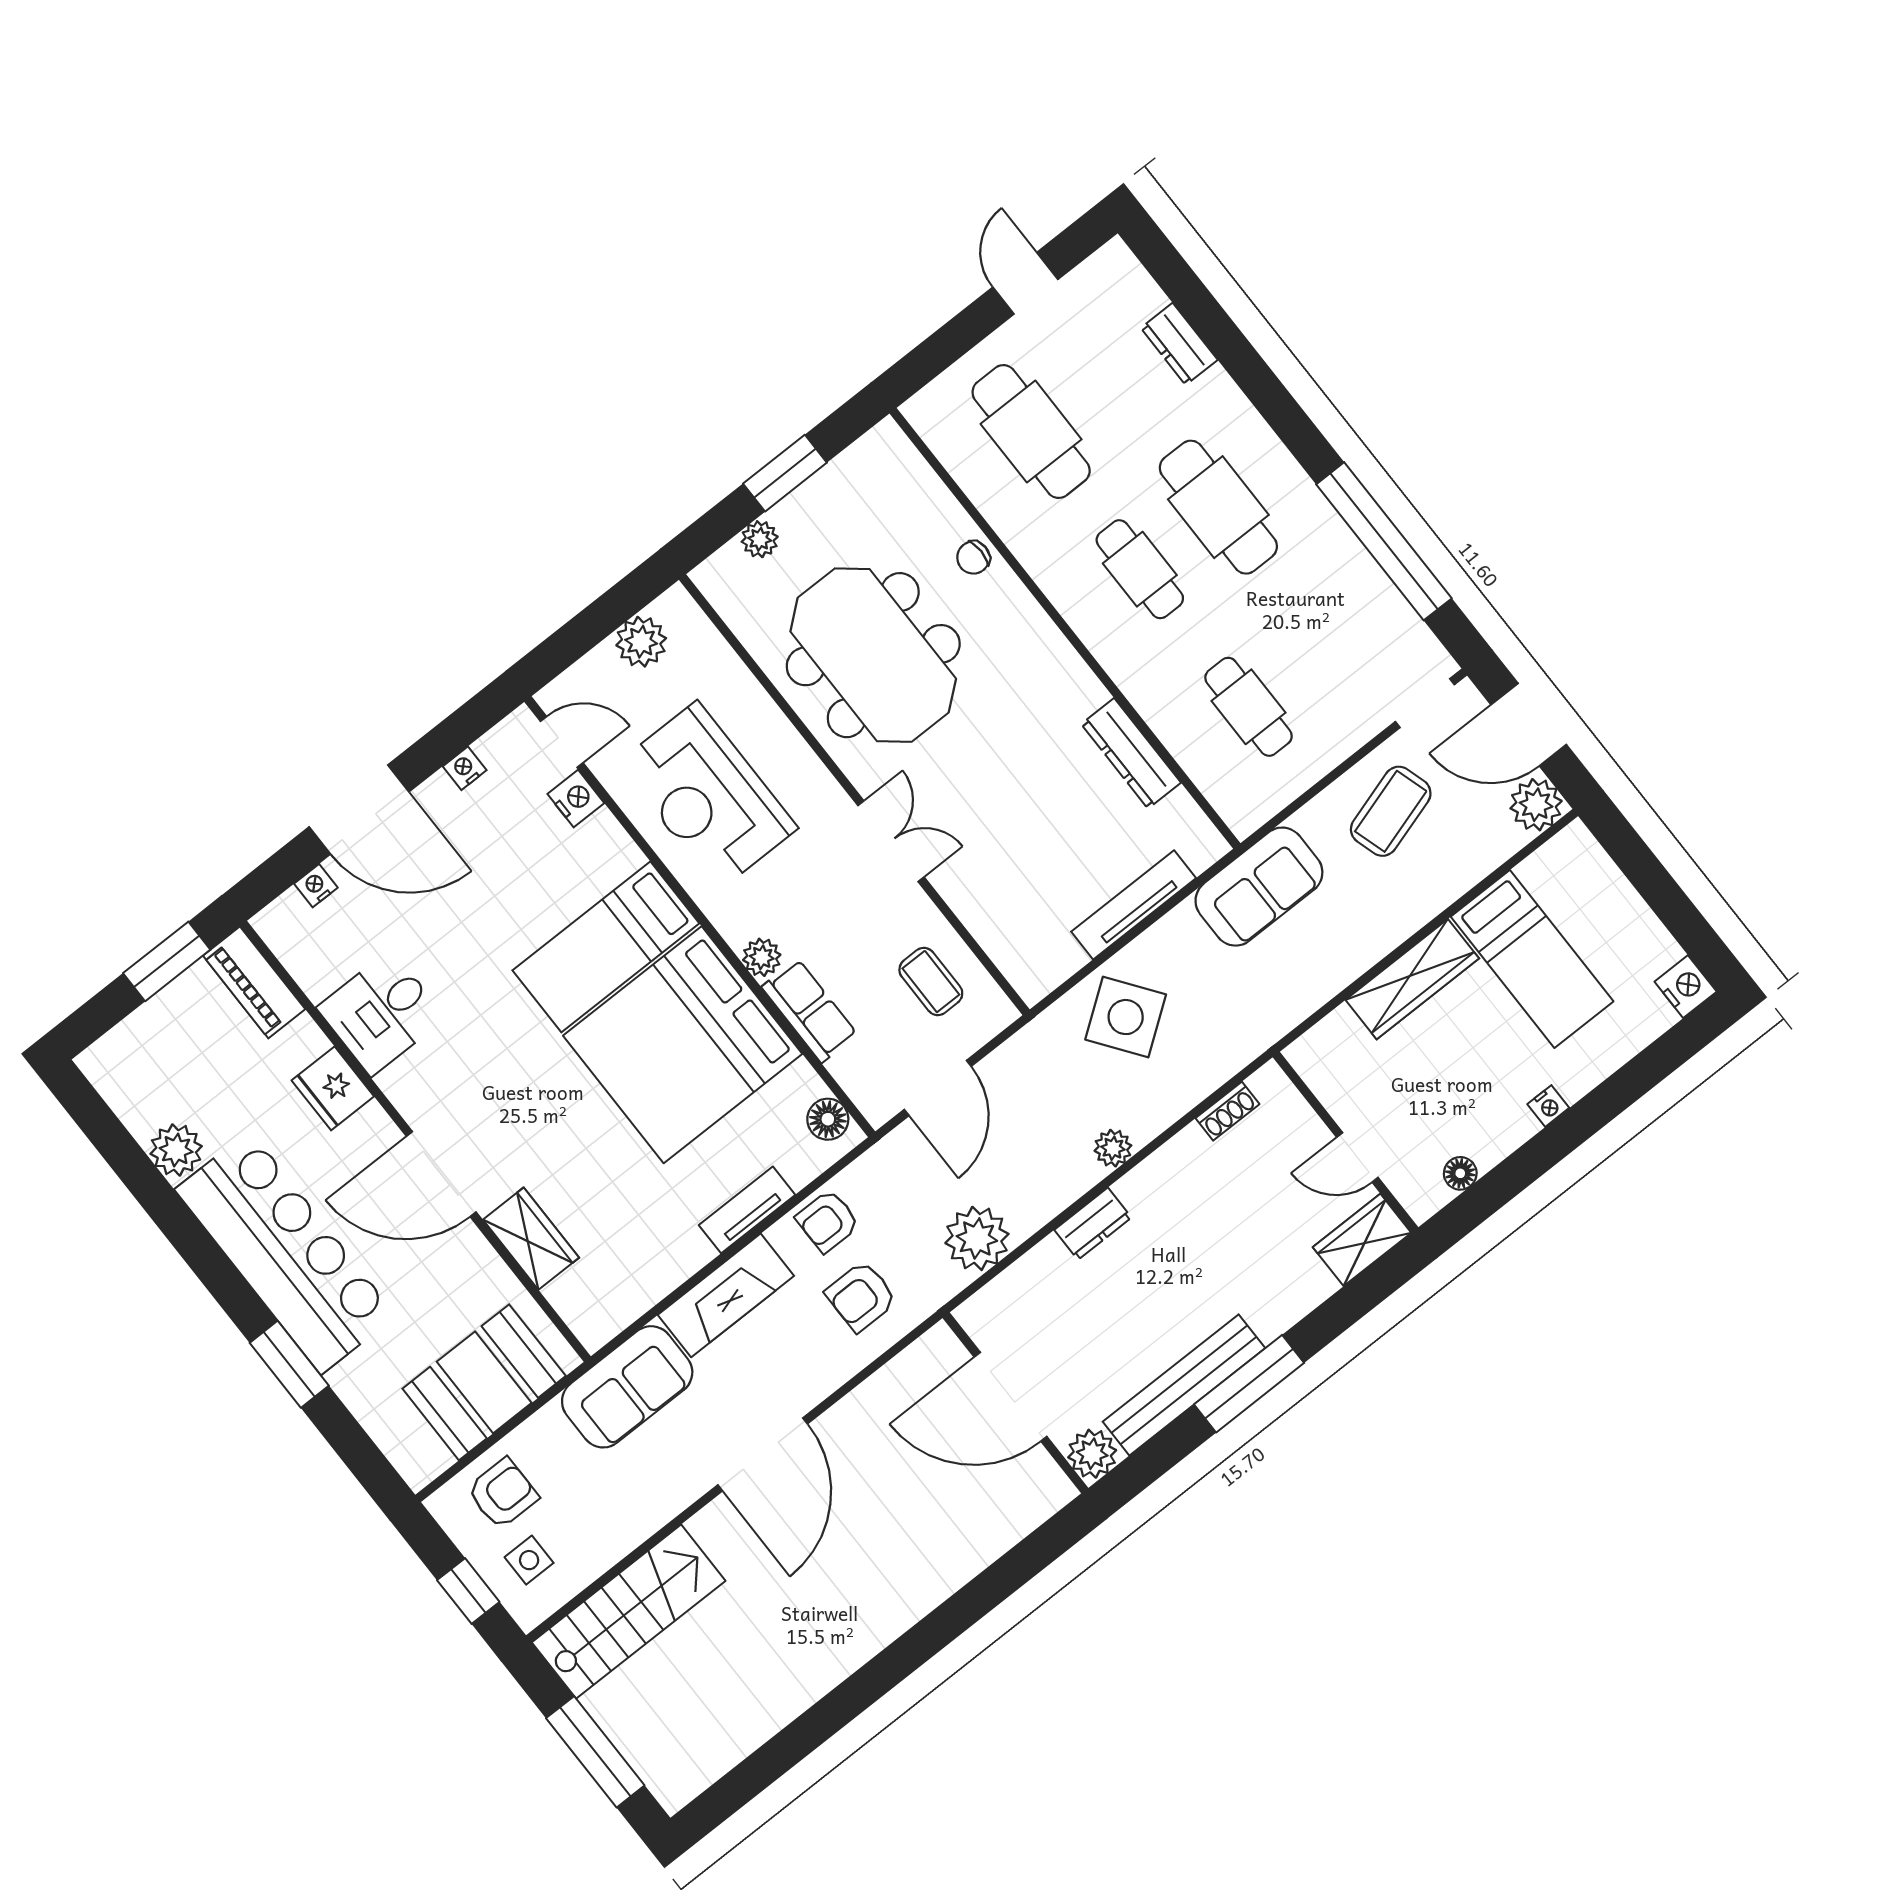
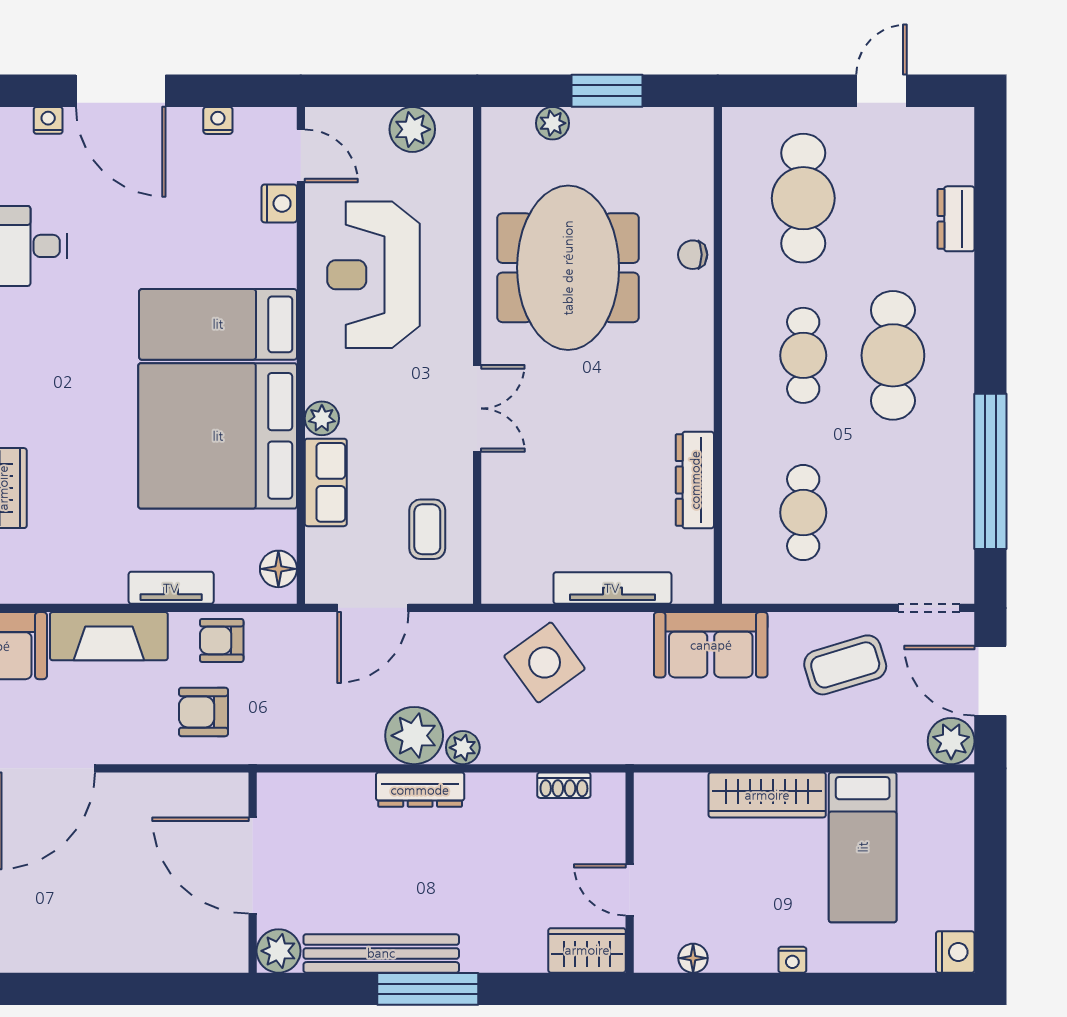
dresser: (1093, 1224) -> (420, 790), width x1.44
plant: (977, 1238) -> (414, 736), moved

